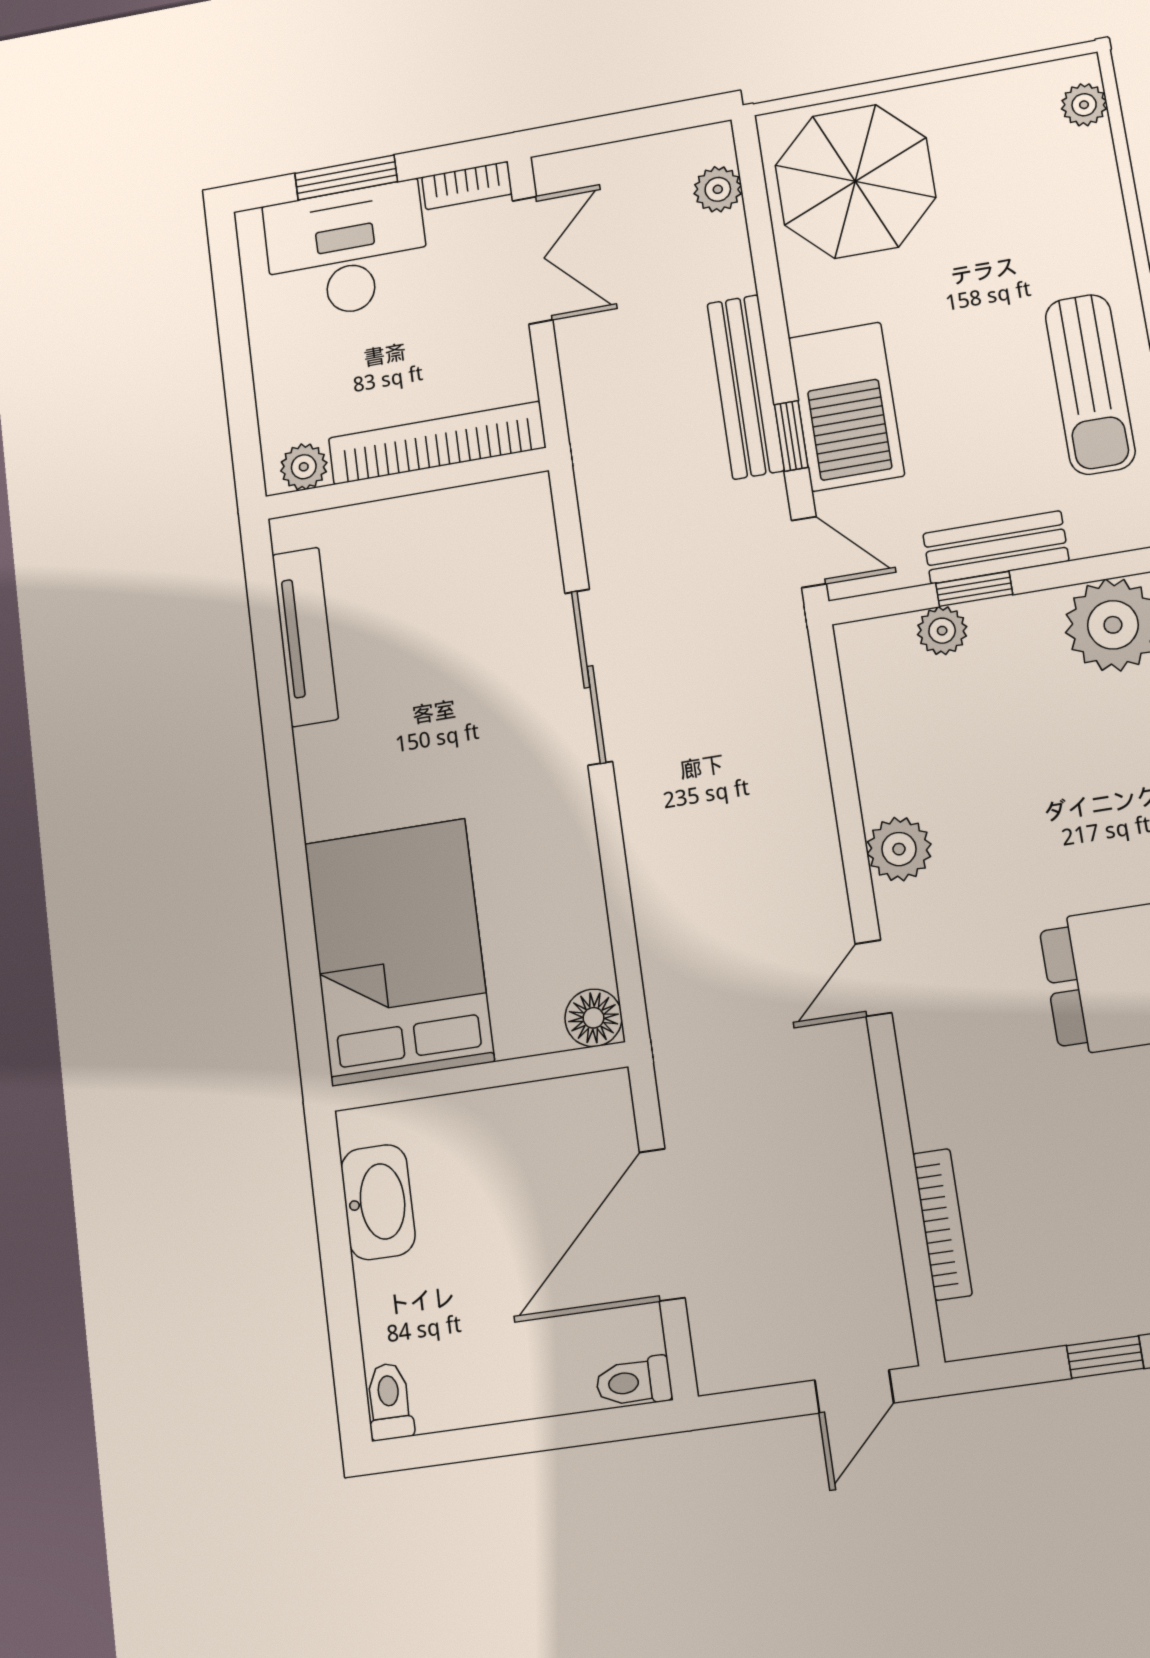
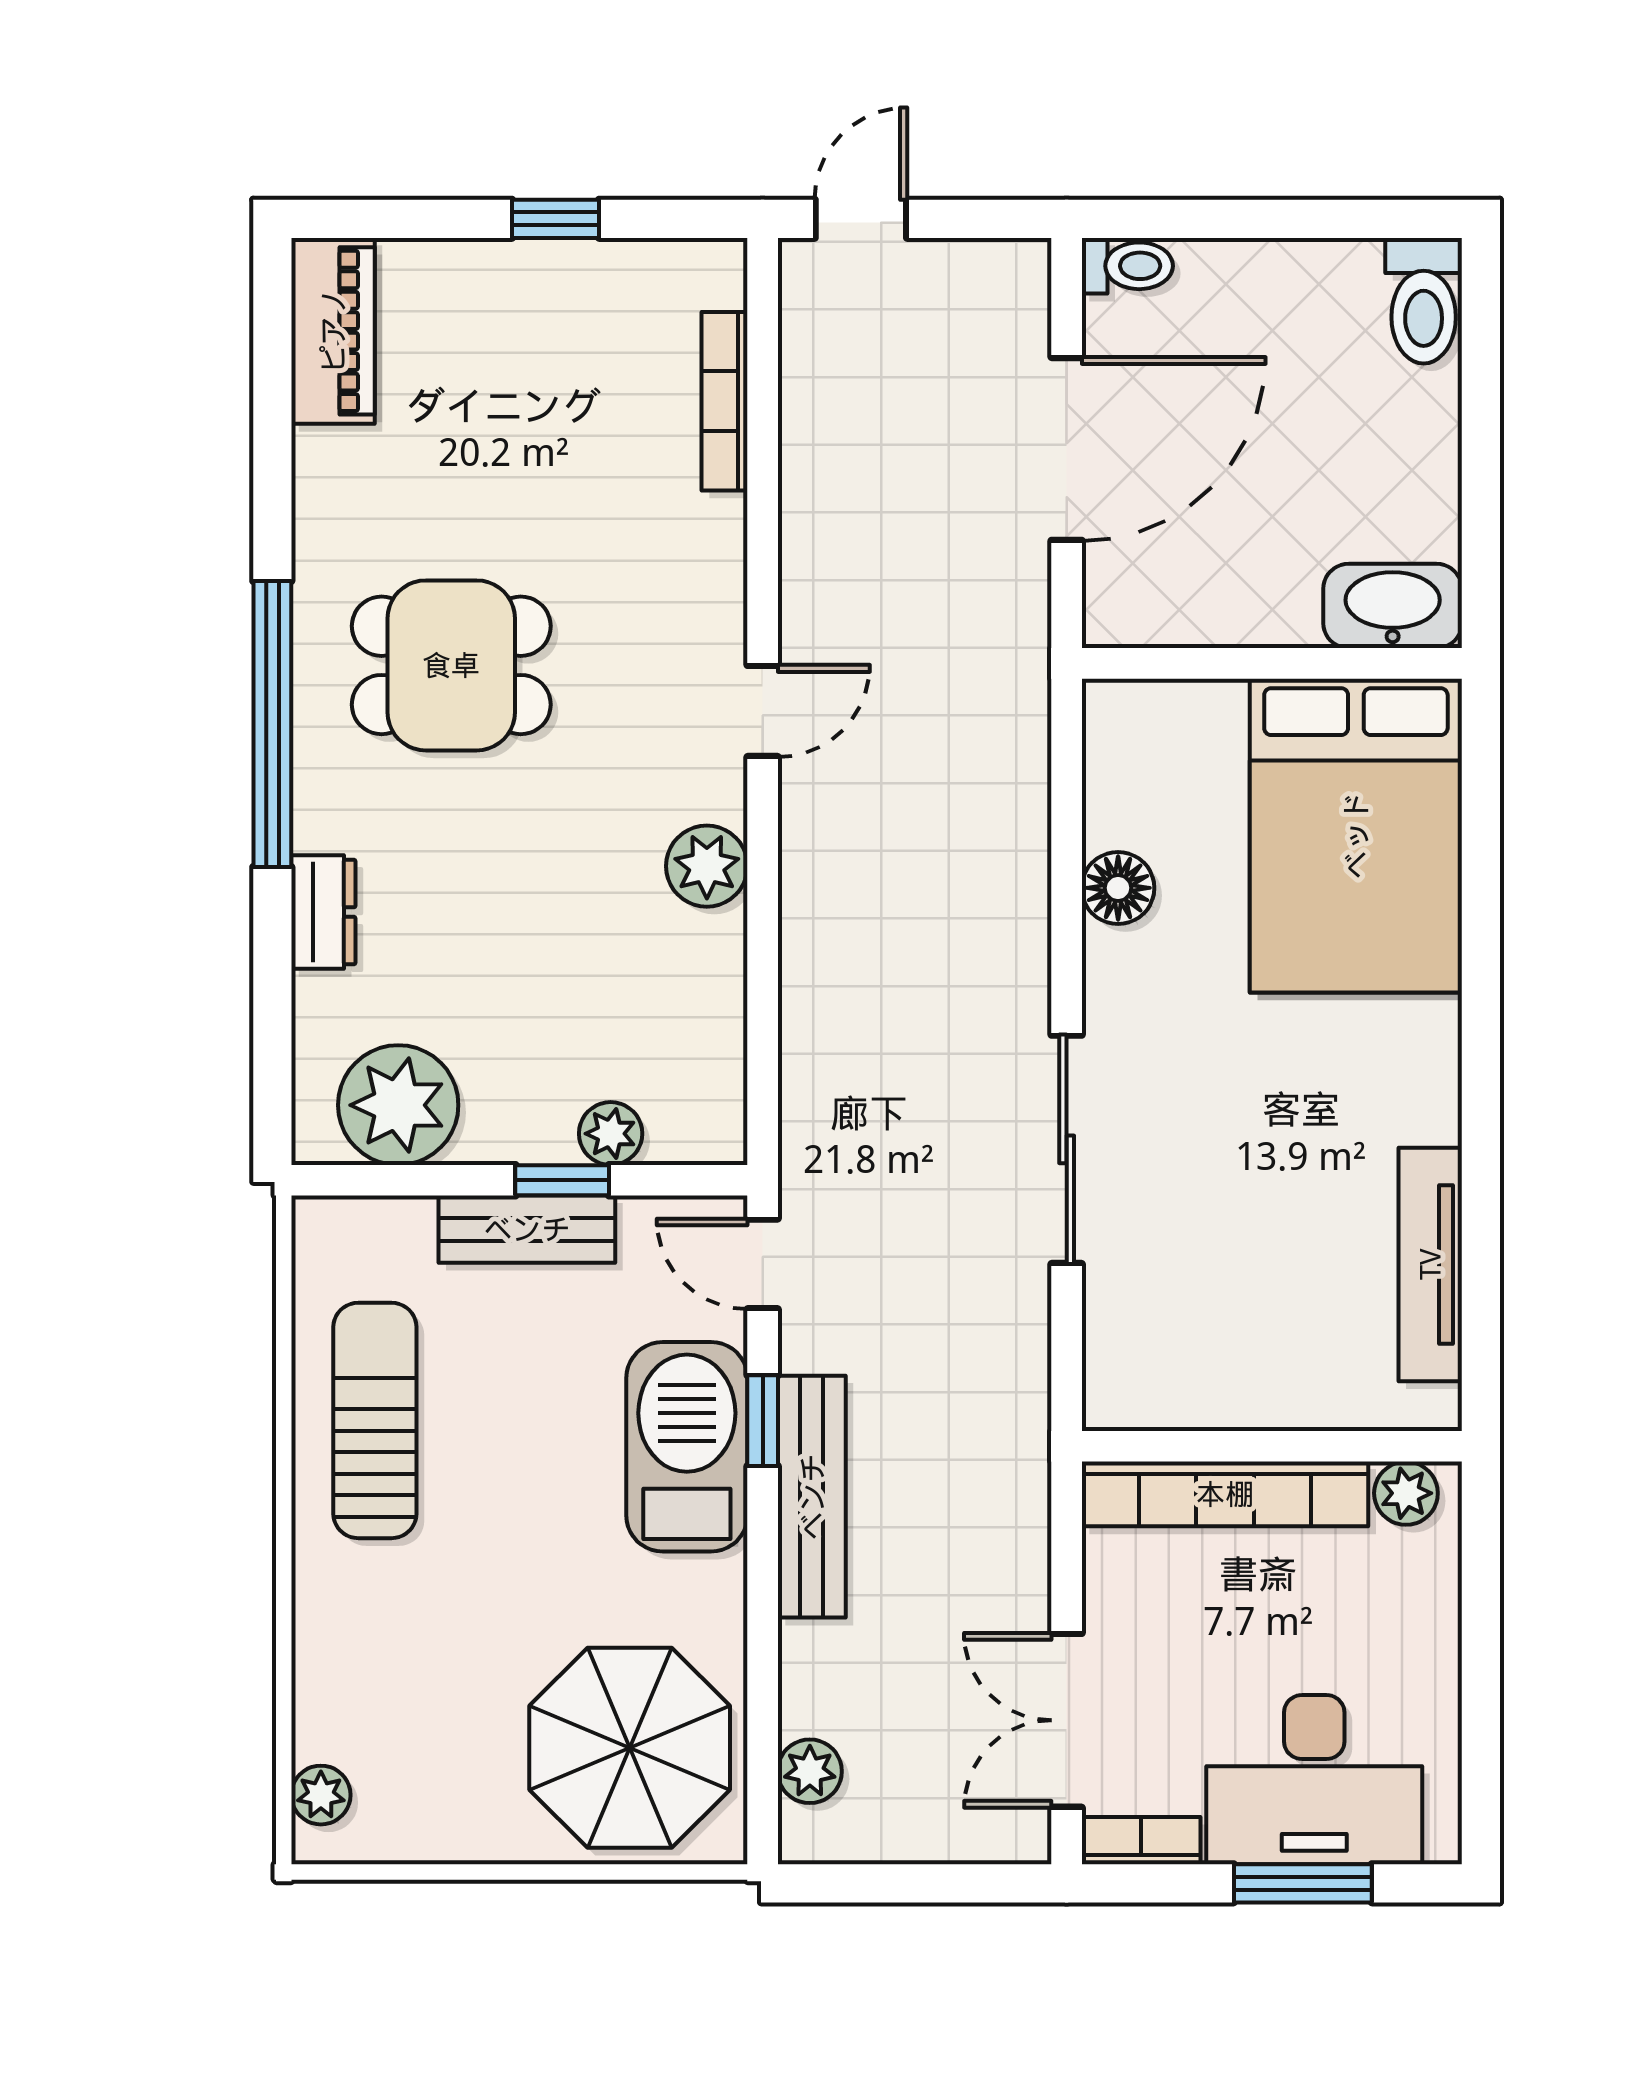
floor lamp: (593, 1018) -> (1118, 888), moved
washbasin: (378, 1202) -> (1393, 606), moved, turned 90
toilet: (389, 1401) -> (1424, 301), width x1.37, depth x1.39

